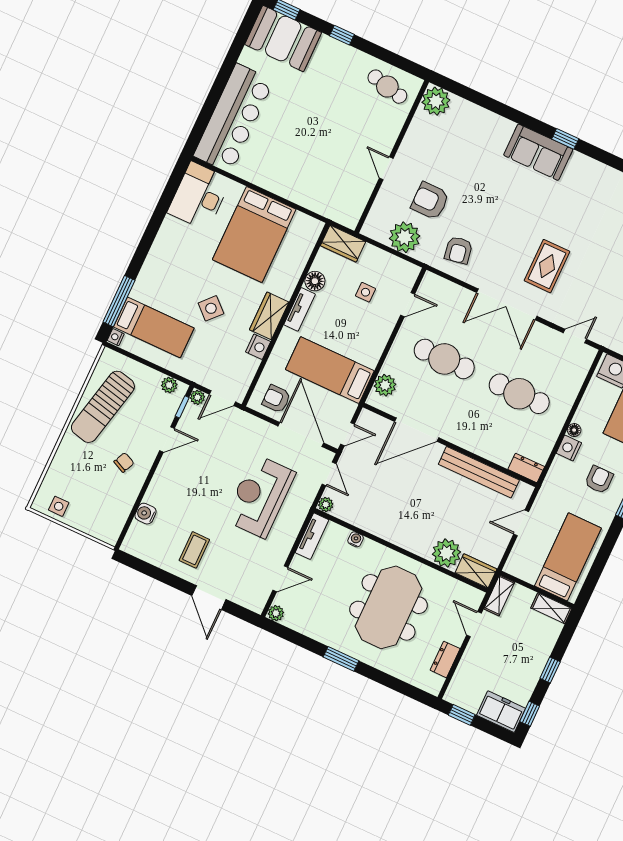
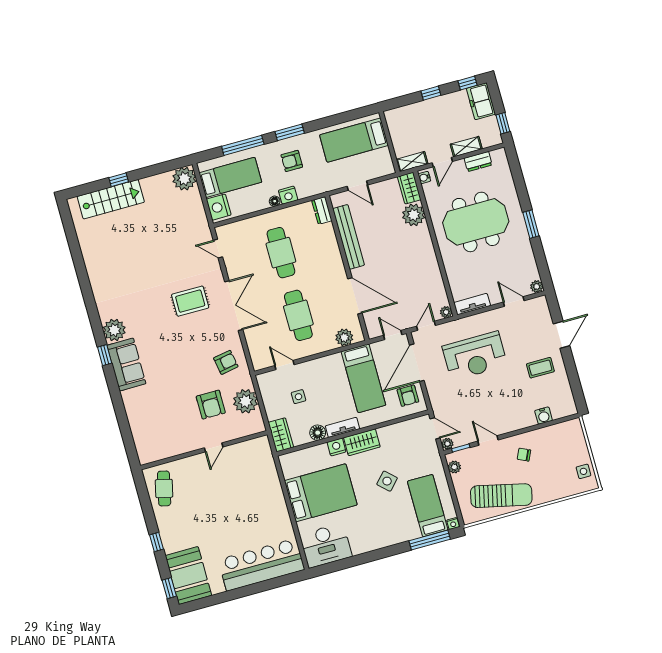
plant: (436, 101) -> (114, 330), moved
nightstand: (258, 347) -> (337, 447), moved
water cooler: (356, 539) -> (424, 177), moved
shelving: (551, 608) -> (466, 147), moved, turned 90

